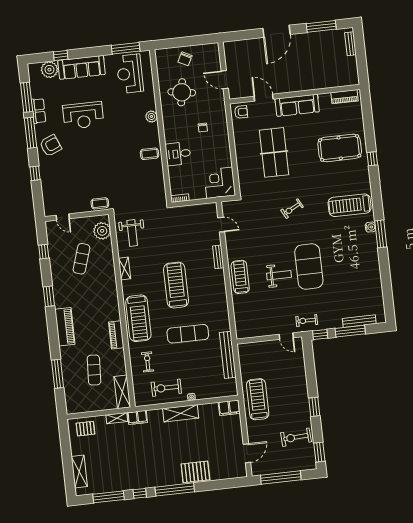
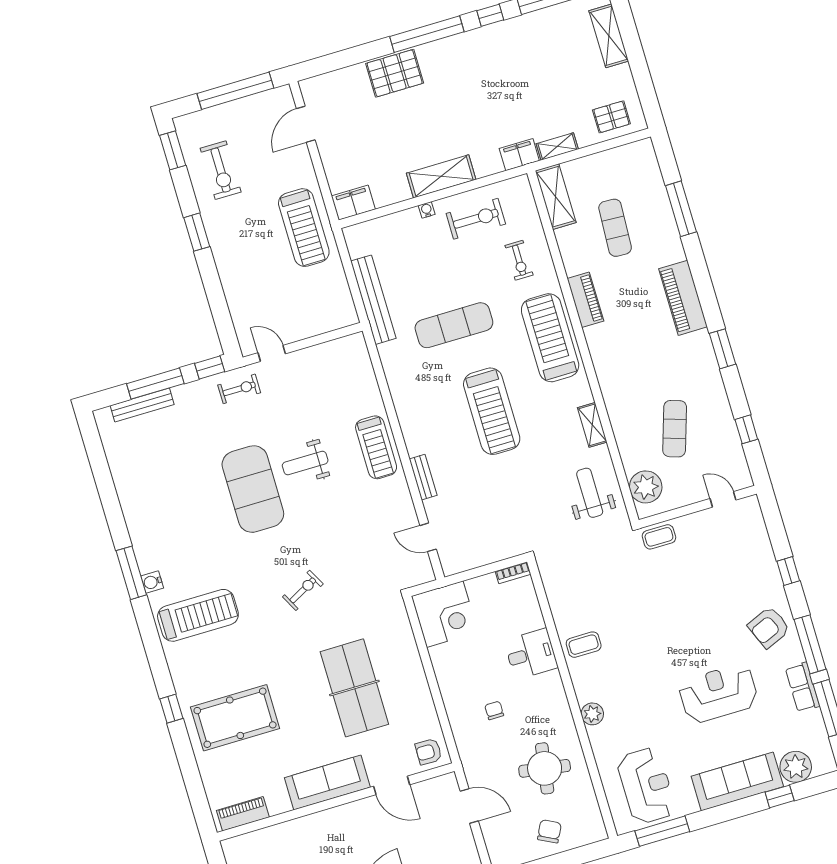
exercise bike: (296, 437) -> (221, 170), turned 93

